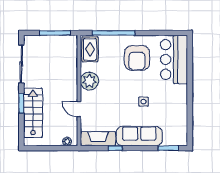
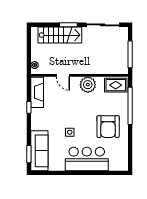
armchair: (137, 58) -> (108, 127), turned -90
bar counter: (174, 60) -> (87, 159), moved
door: (79, 109) -> (63, 75), swing flipped
sofa: (139, 136) -> (39, 151), moved

